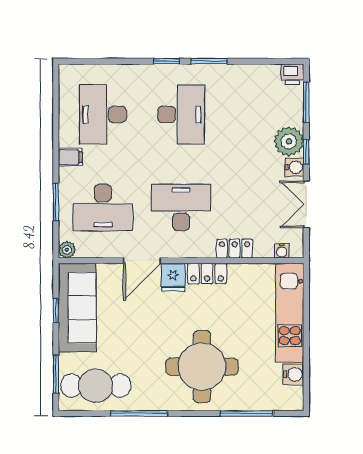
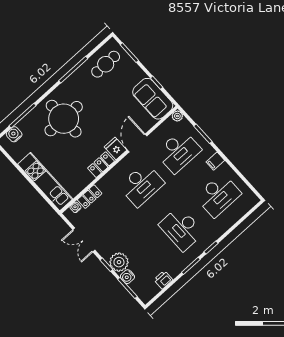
printer: (292, 74) -> (163, 280), moved
desk: (103, 114) -> (218, 195), turned 90
water cooler: (294, 167) -> (127, 277), moved
double door: (306, 204) -> (84, 240), swing flipped
desk: (103, 207) -> (178, 151), turned 180
locker: (235, 249) -> (90, 197), moved
sofa: (77, 308) -> (153, 99), width x0.73
water cooler: (293, 374) -> (14, 134), moved, turned 90
cafe table: (96, 386) -> (106, 64), width x0.73, depth x0.74

